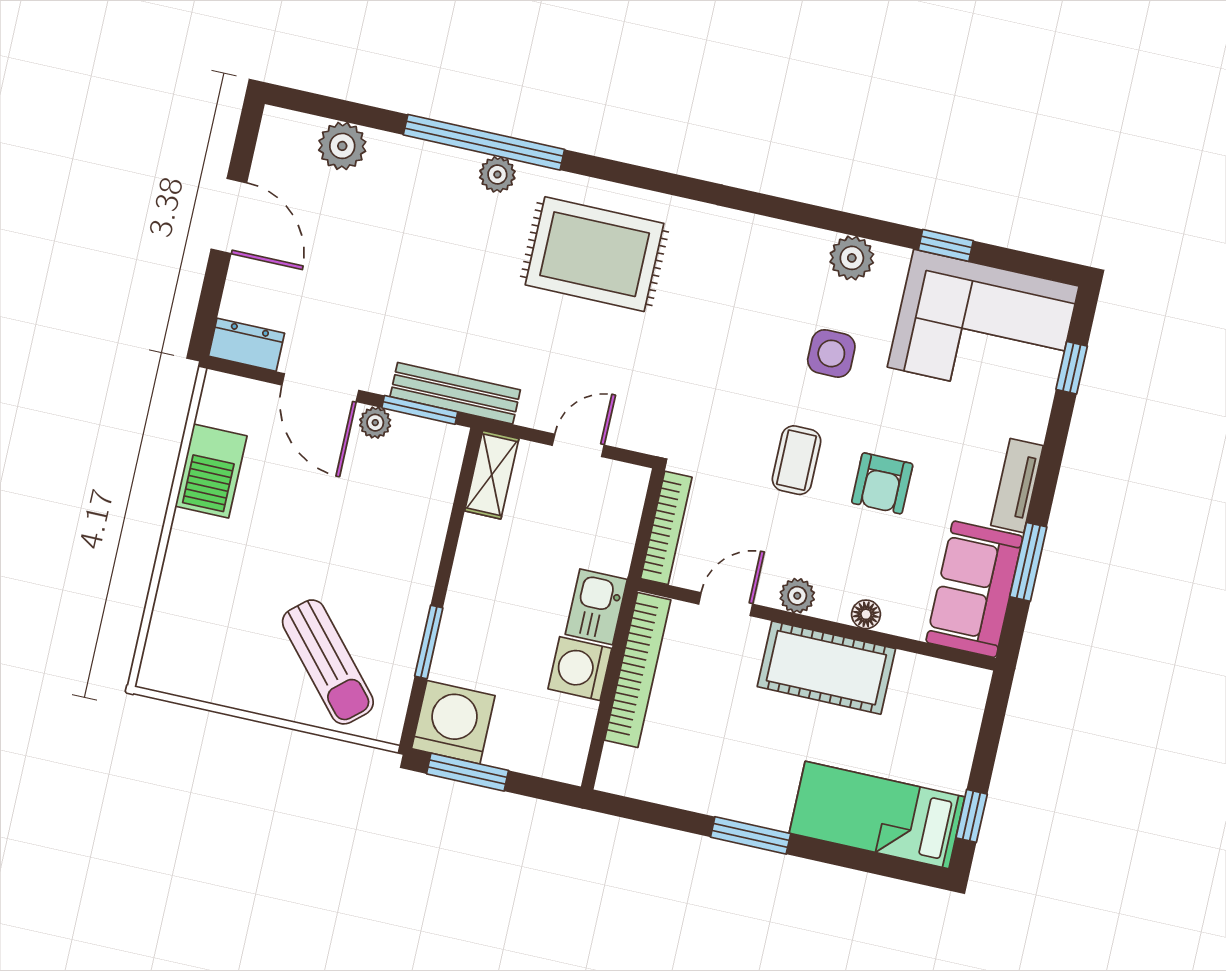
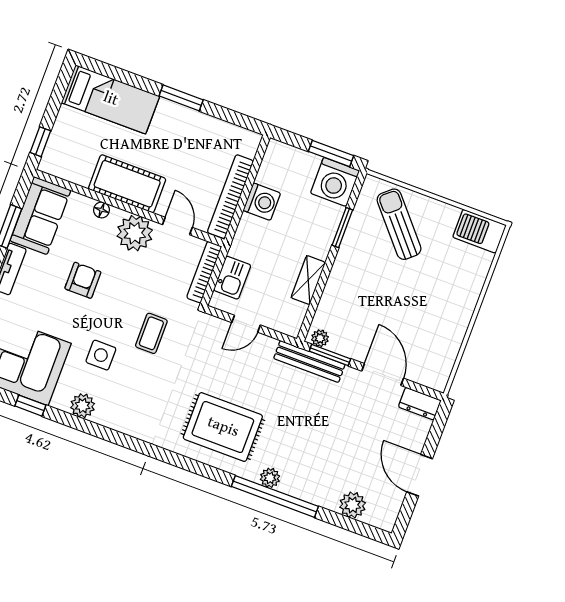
plant: (375, 423) -> (320, 338), moved
coffee table: (797, 460) -> (151, 333), moved
barbecue: (211, 471) -> (479, 231), moved, turned -90
shelving: (492, 475) -> (308, 280), moved
plant: (797, 596) -> (135, 233), width x1.87, depth x1.87
door: (726, 604) -> (177, 226), swing flipped
kitchen sink: (596, 607) -> (232, 278), moved
window: (972, 816) -> (40, 142), moved

